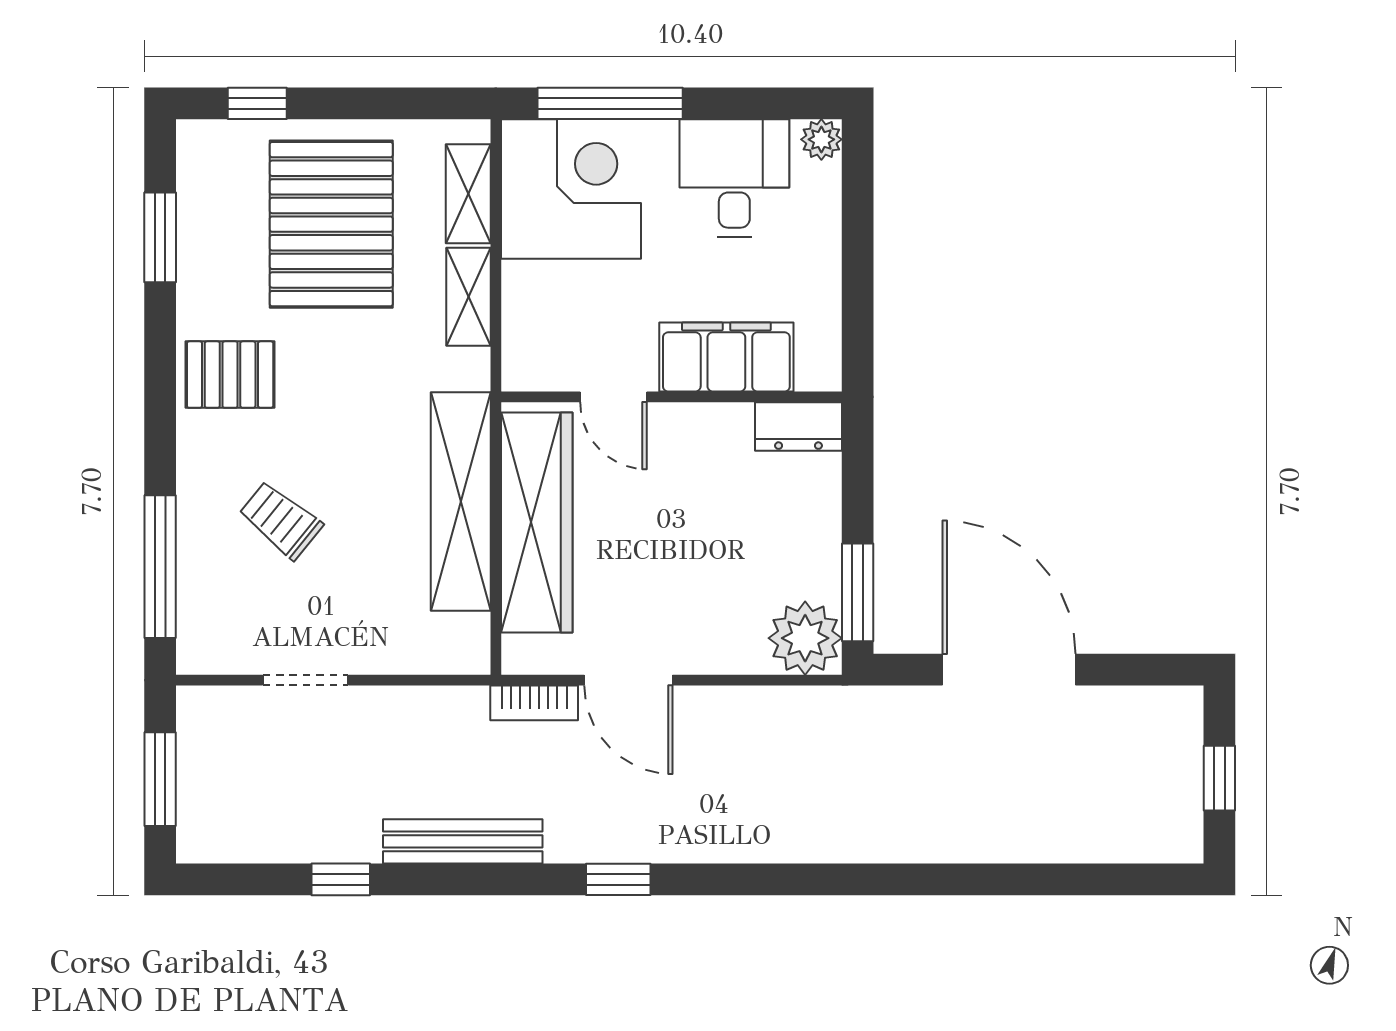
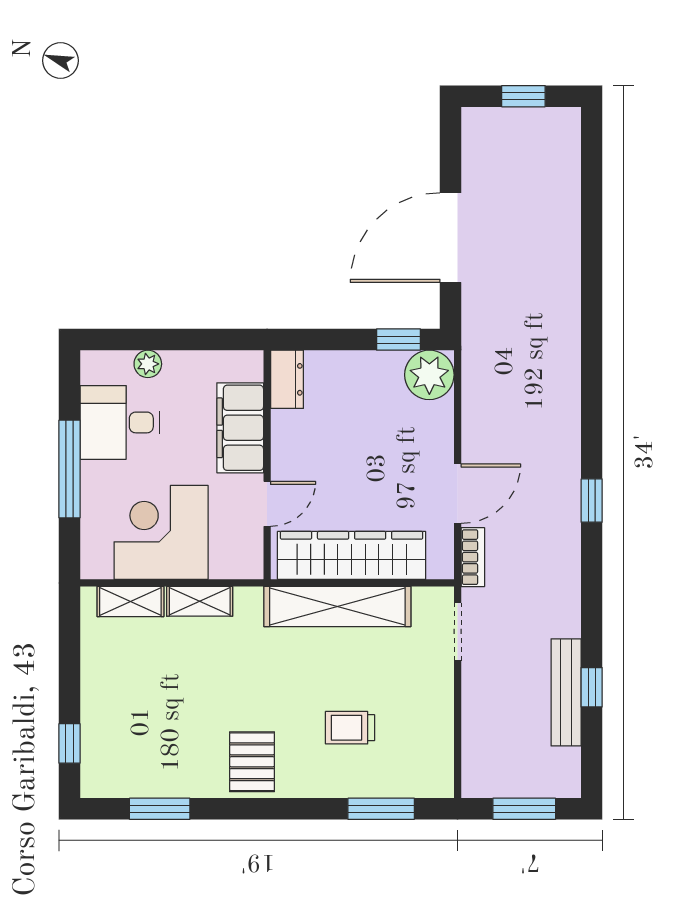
window: (610, 103) -> (70, 469), moved
plant: (821, 139) -> (148, 364), moved
corner desk: (571, 189) -> (161, 532), moved
pallet: (331, 224) -> (151, 694), removed
trolley: (281, 520) -> (350, 728), turned 51
window: (160, 567) -> (381, 809), width x0.69
window: (858, 592) -> (398, 340), width x0.67
doorway: (306, 680) -> (458, 632), moved
bench: (463, 841) -> (566, 692), moved

